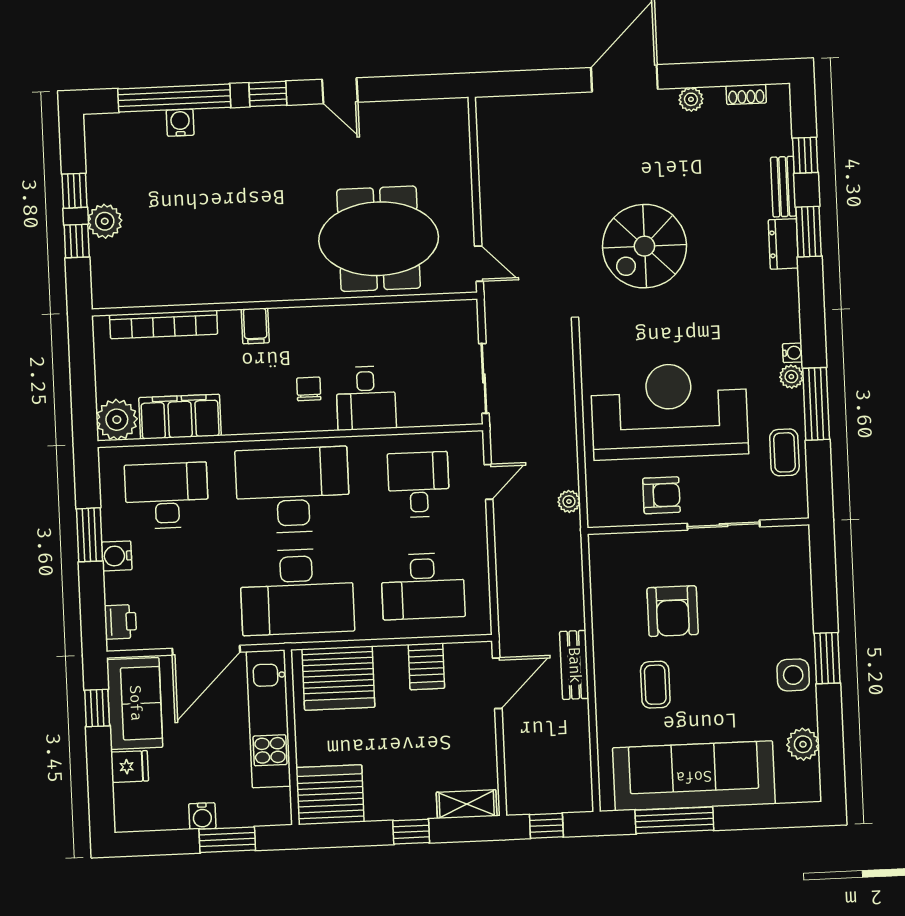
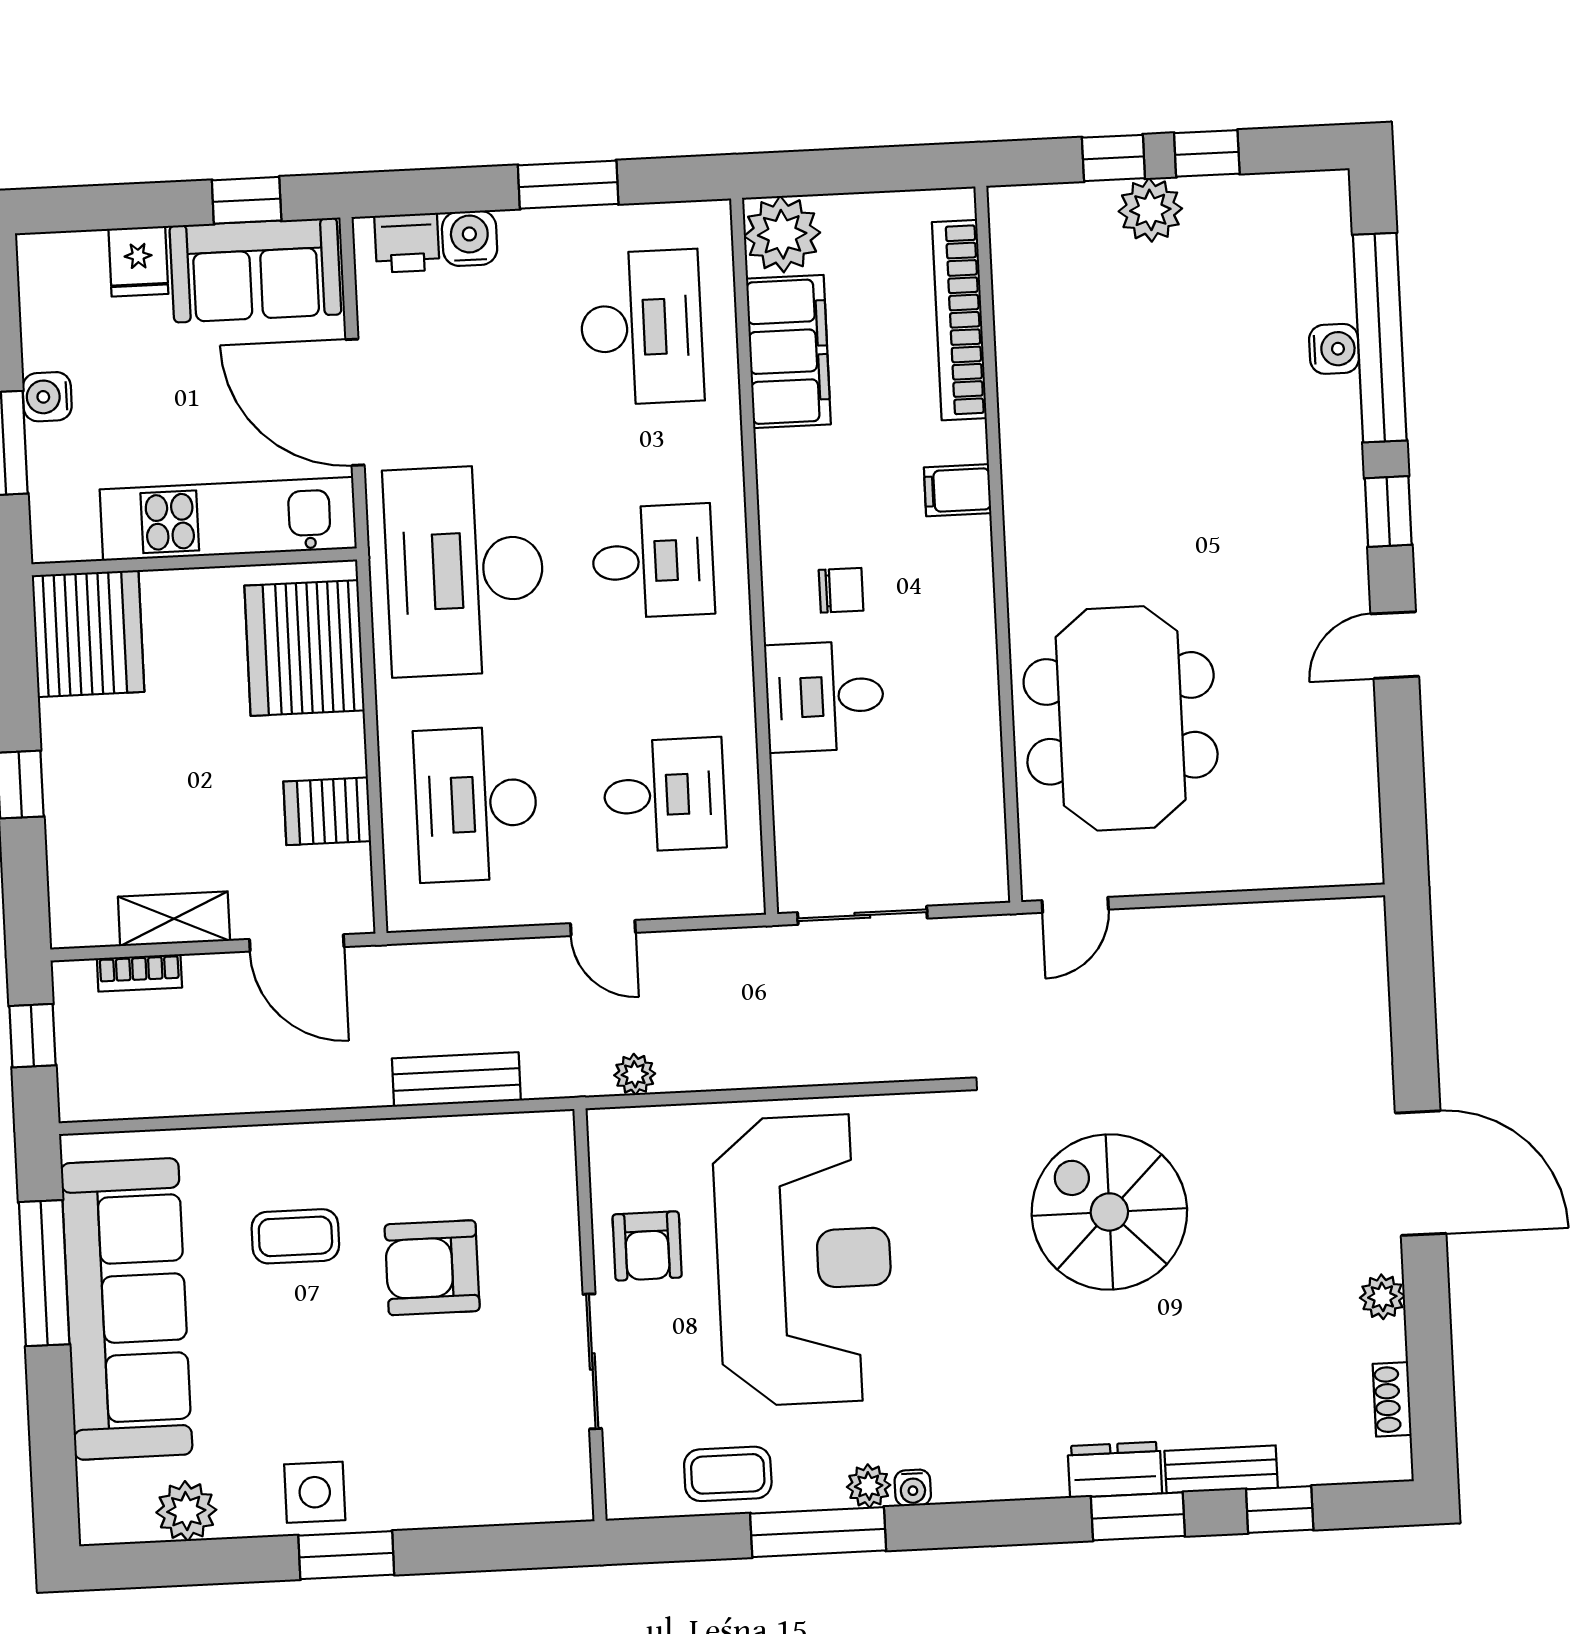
door: (488, 482) -> (603, 928), moved
desk: (293, 490) -> (653, 561), width x0.53, depth x0.77
water cooler: (117, 556) -> (470, 238), moved
bench: (574, 665) -> (456, 1080), moved
bookcase: (513, 768) -> (139, 973), added
shelving: (467, 804) -> (174, 919), moved, turned 90

